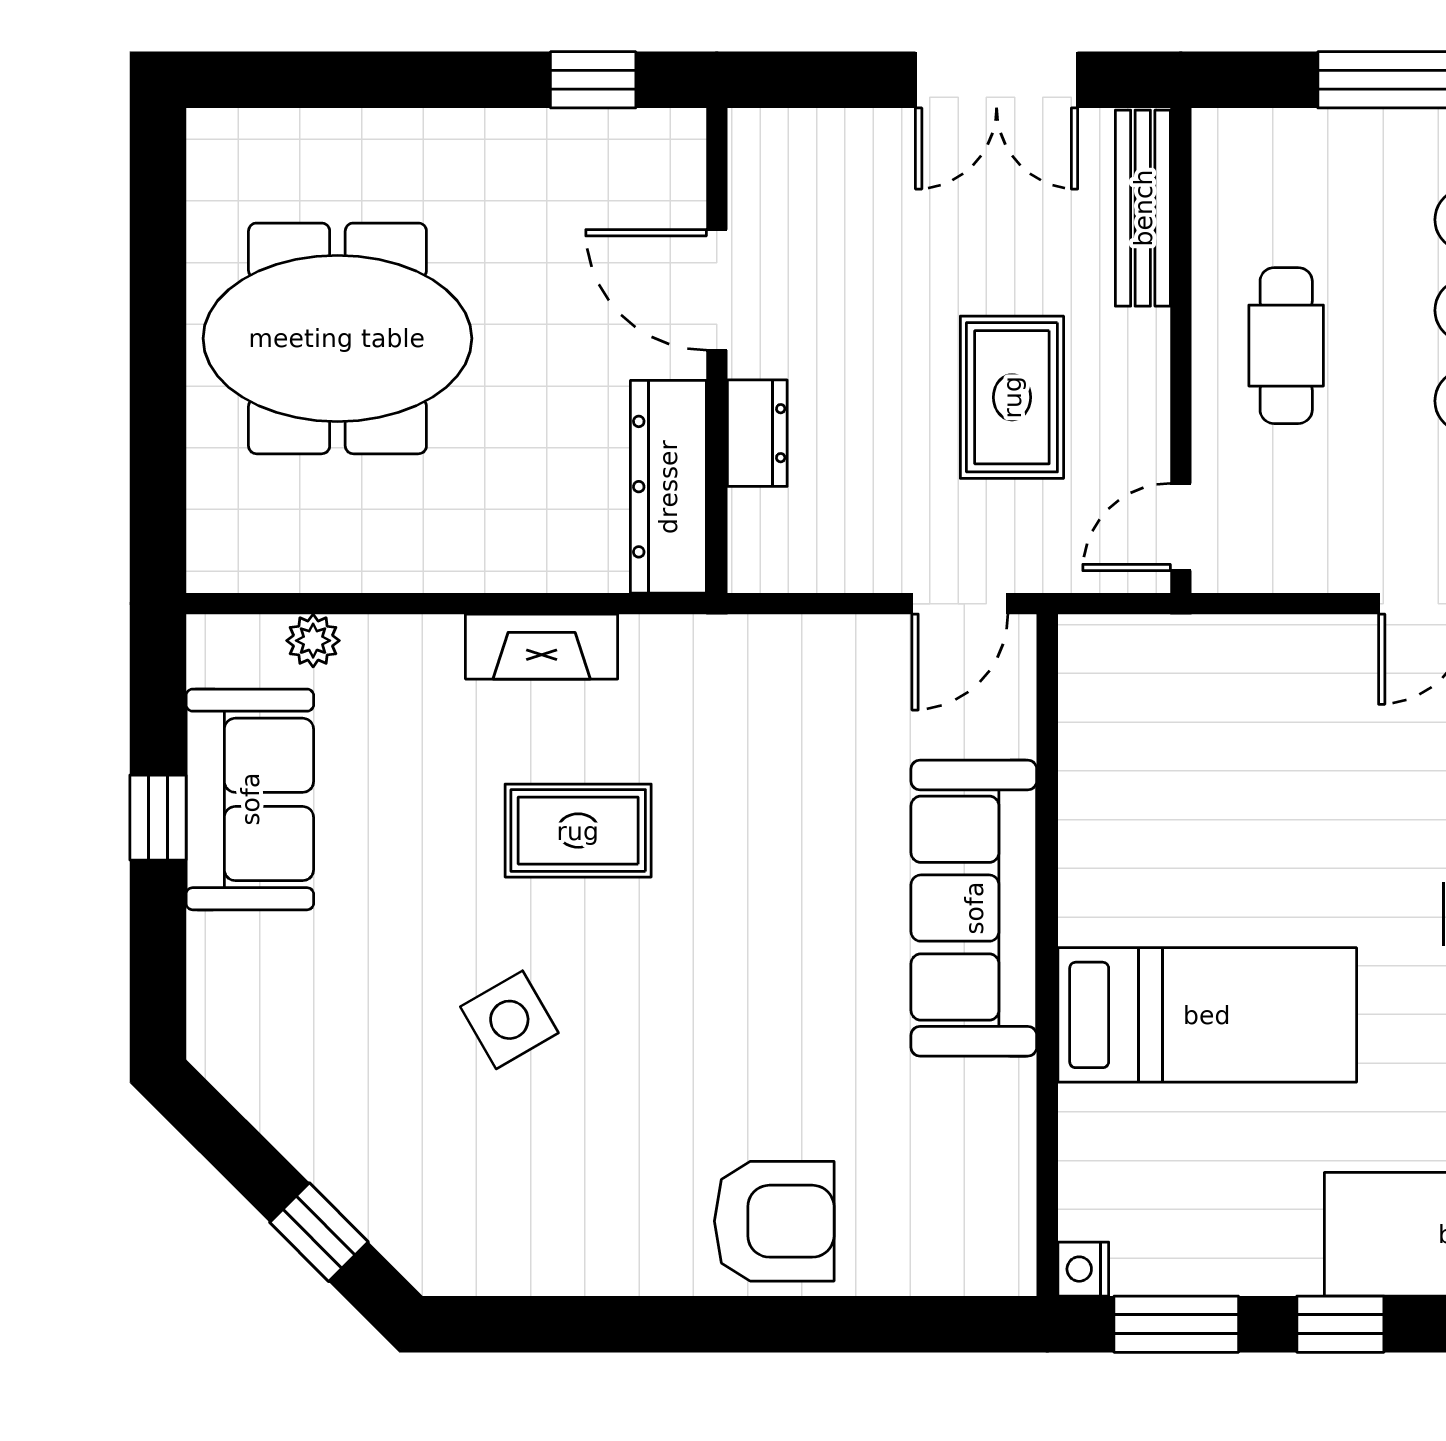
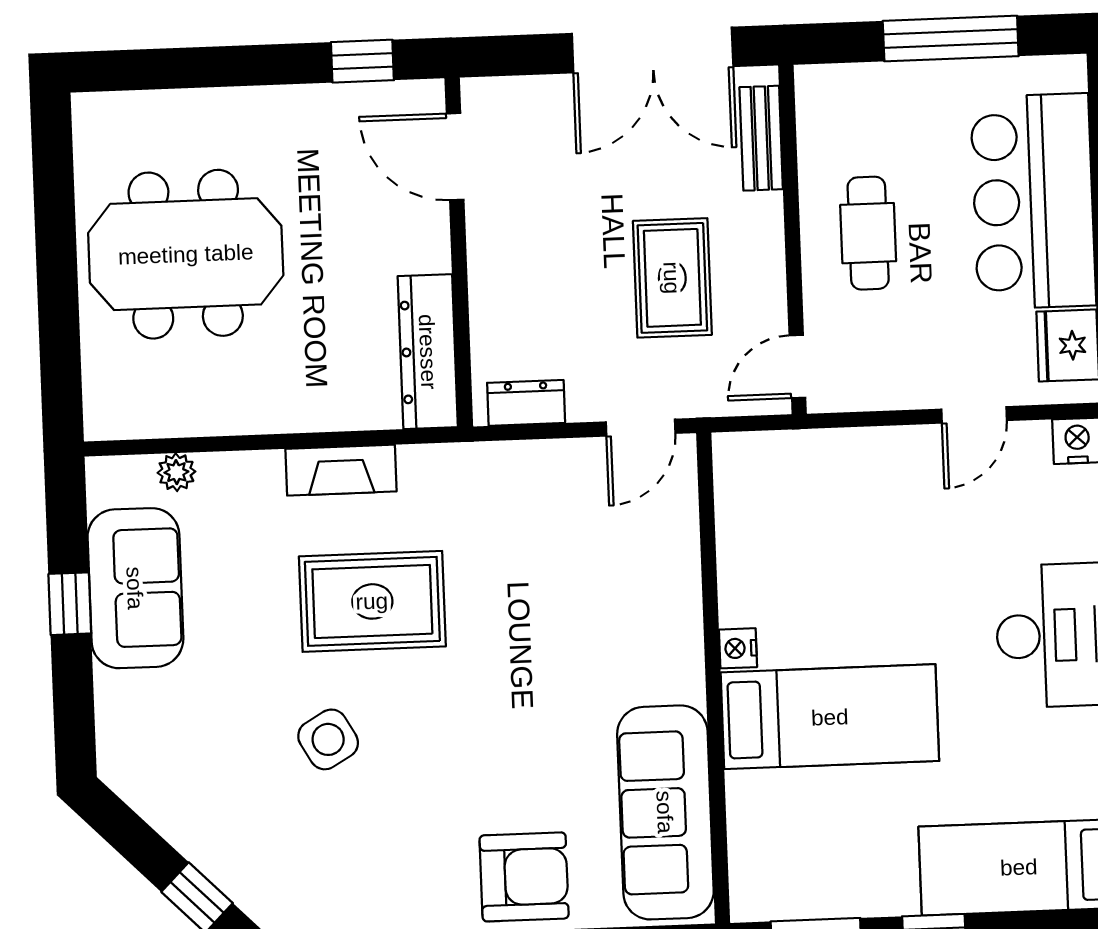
double door: (997, 80) -> (653, 50), width x1.37
bench: (1143, 208) -> (761, 138), width x0.73
door: (717, 290) -> (455, 157), moved
dresser: (757, 433) -> (526, 403), moved, turned -90
rug: (578, 831) -> (372, 601), width x1.36, depth x1.43
sofa: (974, 908) -> (665, 812), moved
nightstand: (1083, 1269) -> (738, 648), moved

